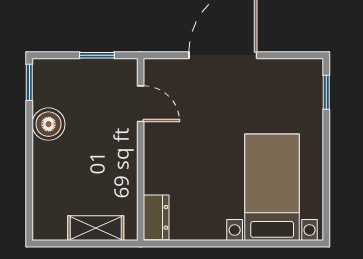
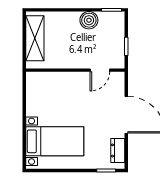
dresser: (156, 217) -> (118, 150), moved, turned 90
shelving: (96, 228) -> (35, 38), width x1.50, depth x1.33

